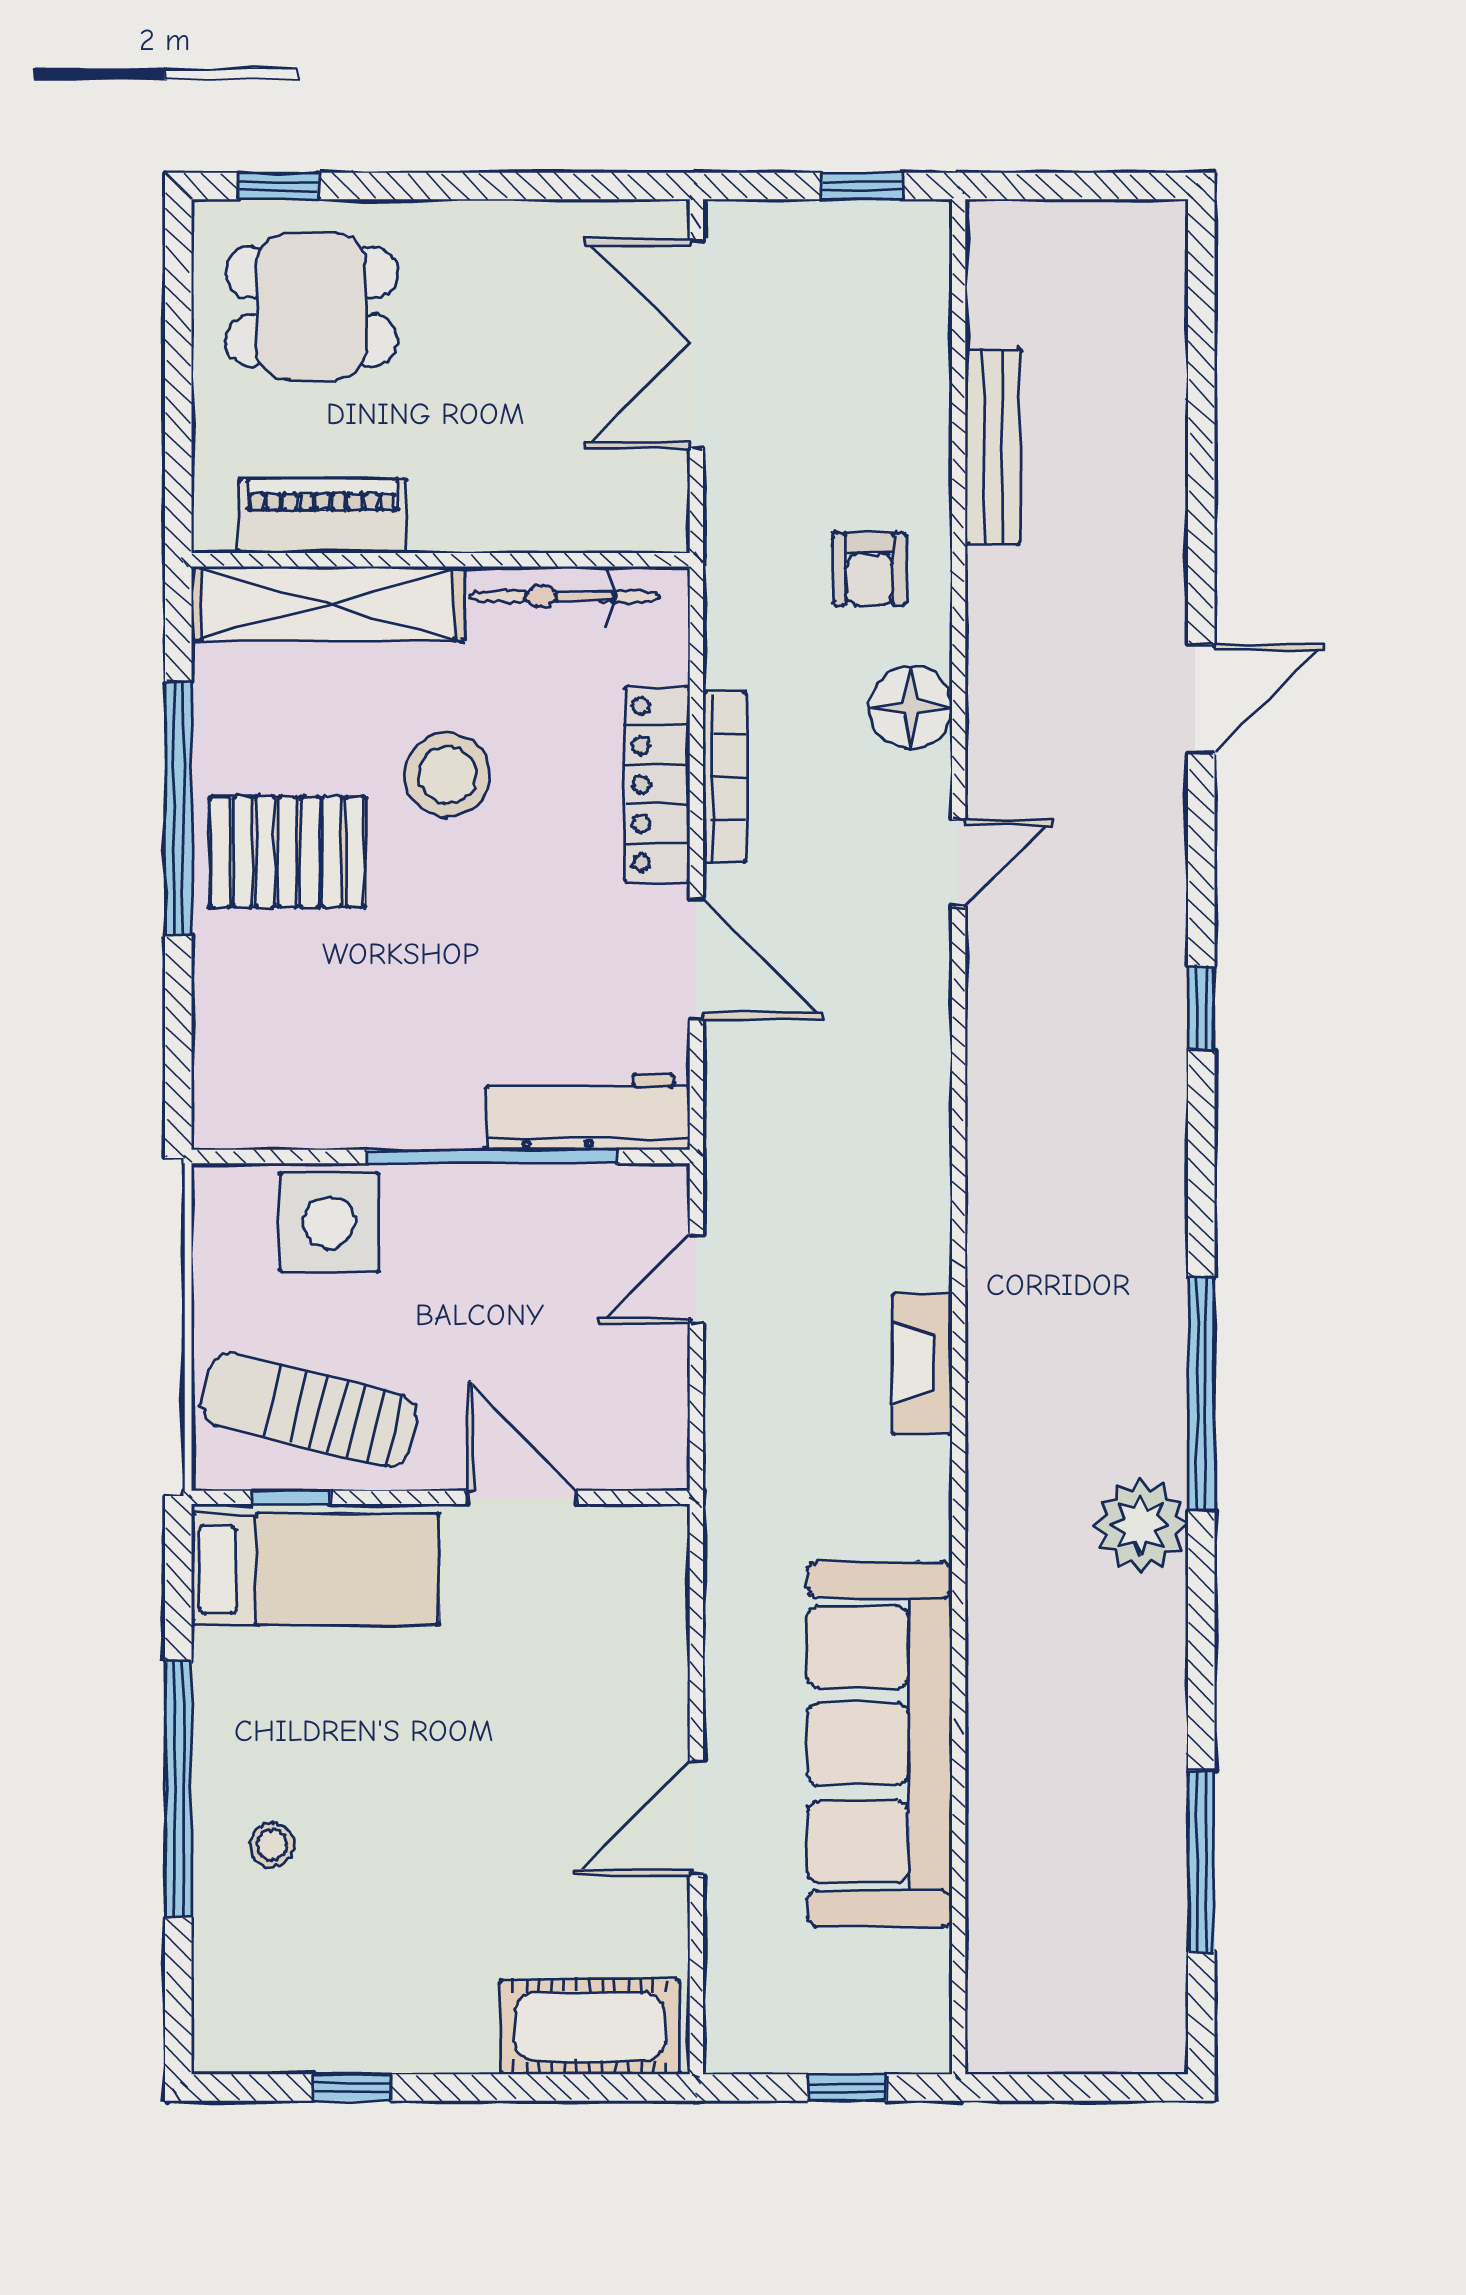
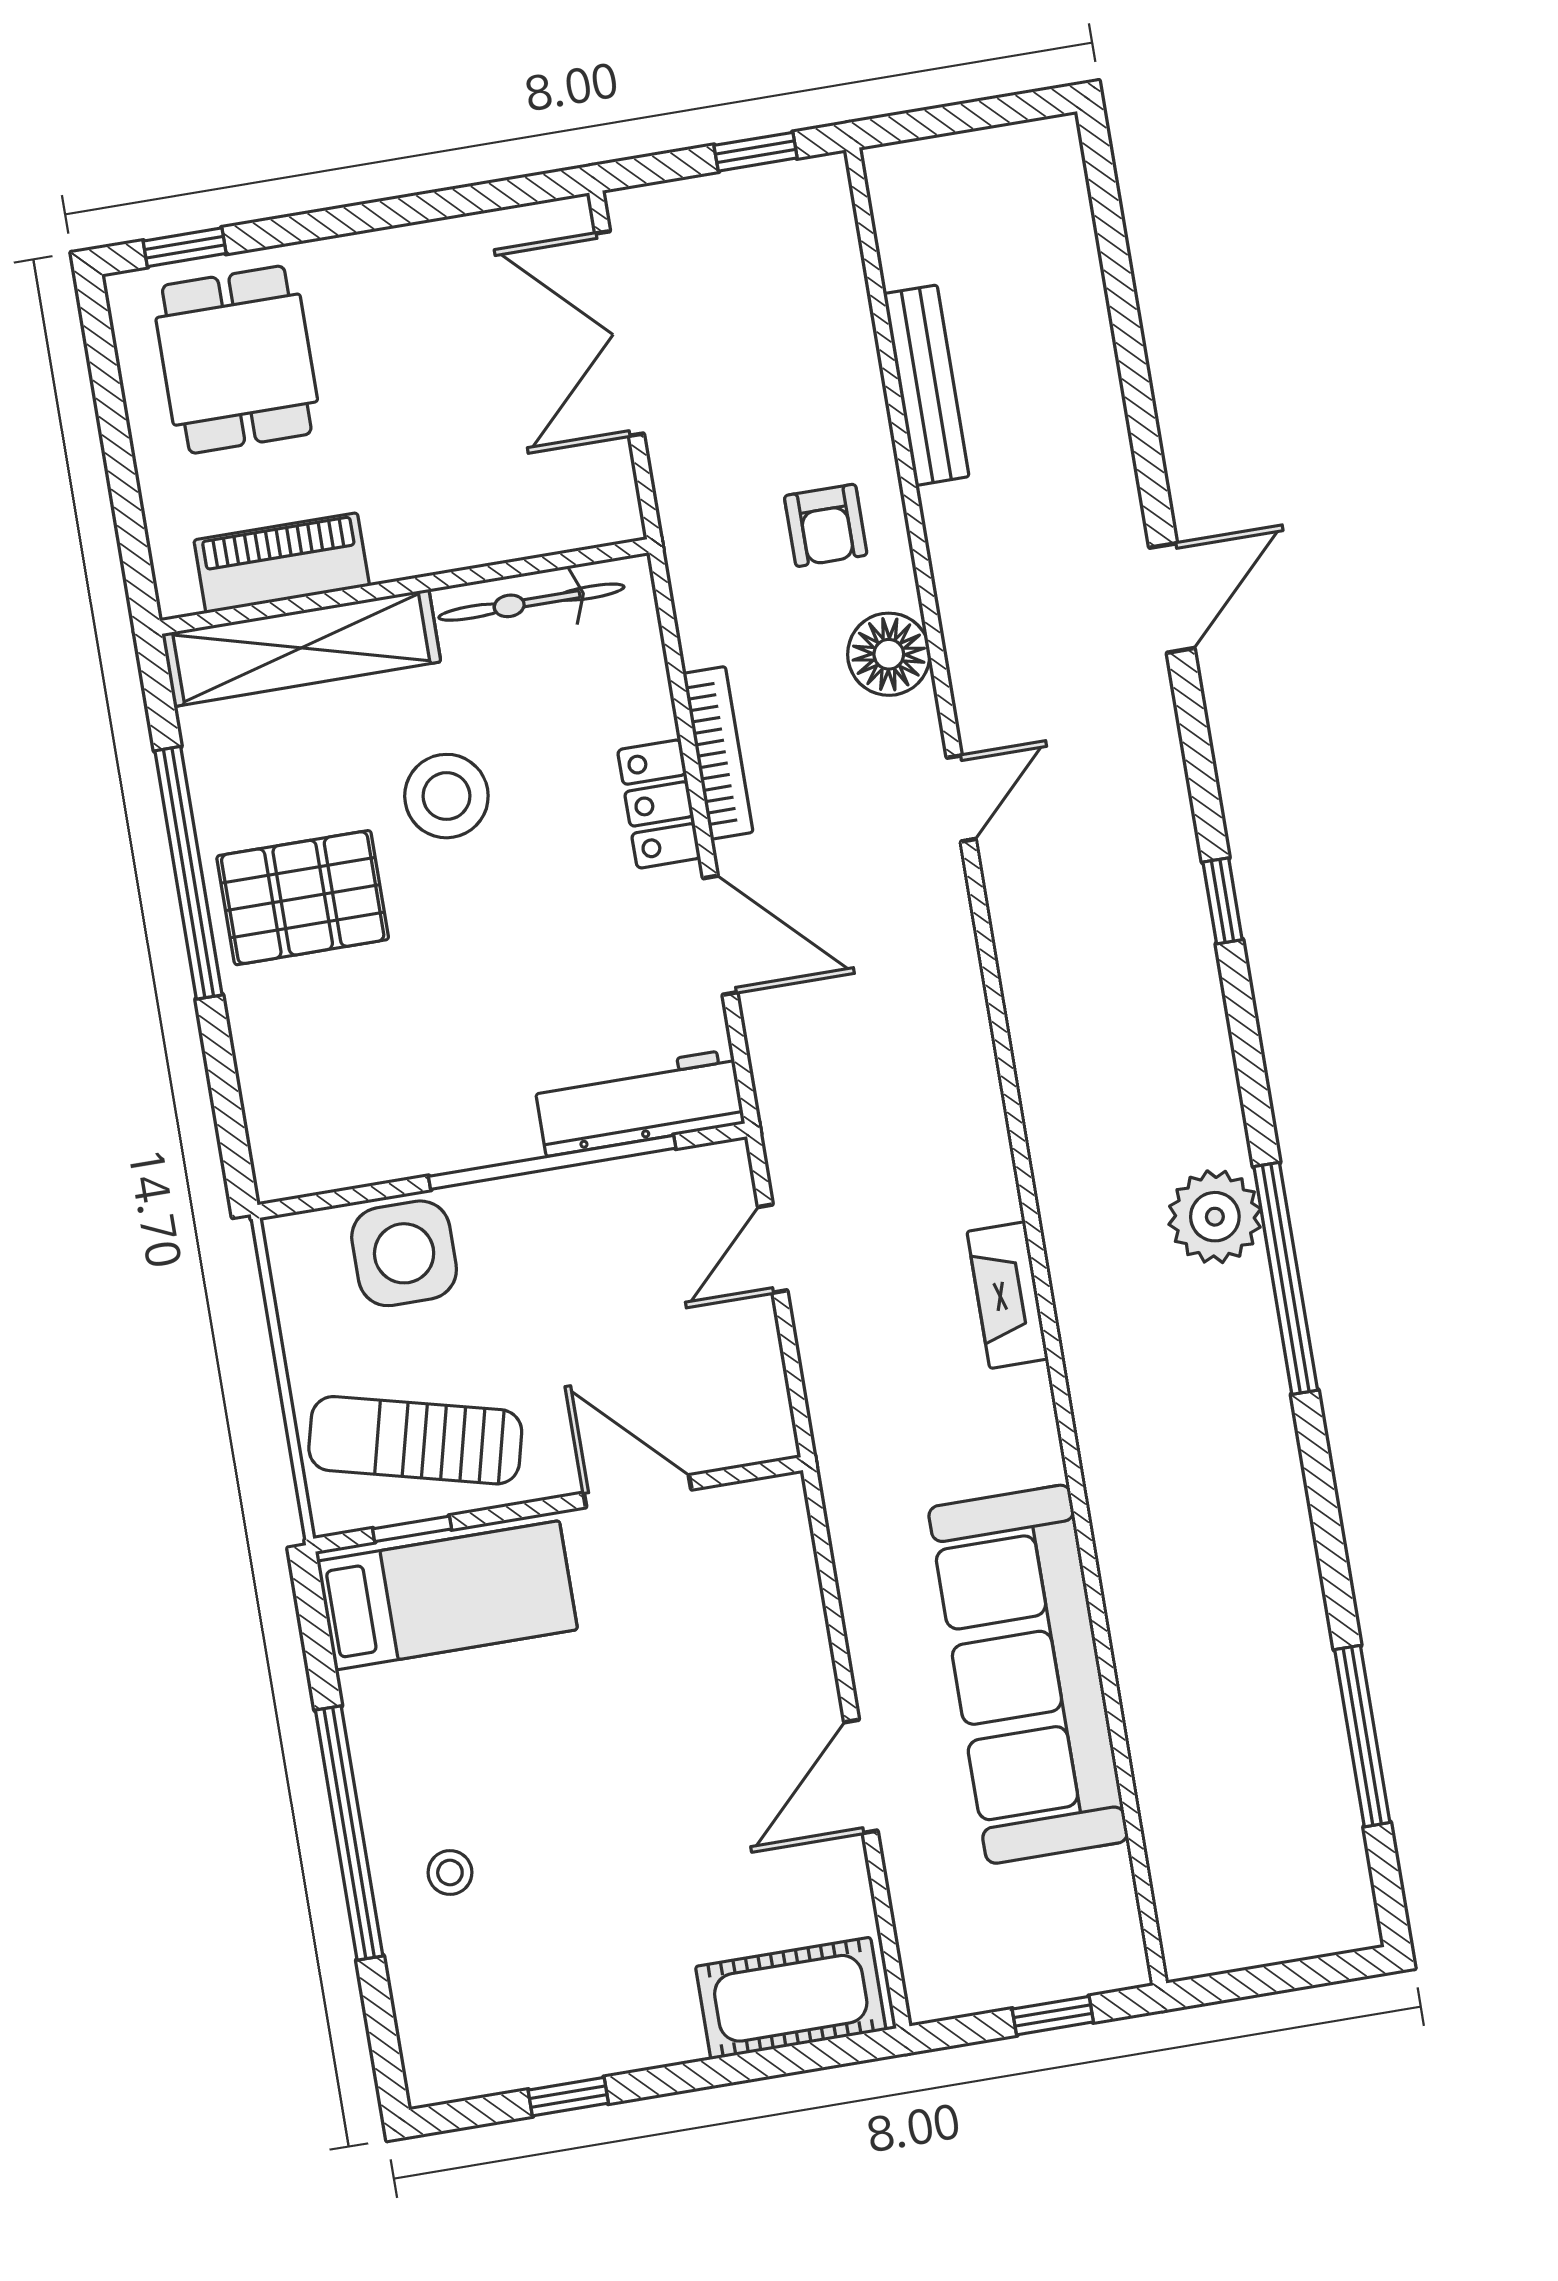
dining table: (312, 306) -> (237, 360), turned 90
locker: (657, 784) -> (659, 804), width x0.66
plant: (1141, 1525) -> (1215, 1217), moved

